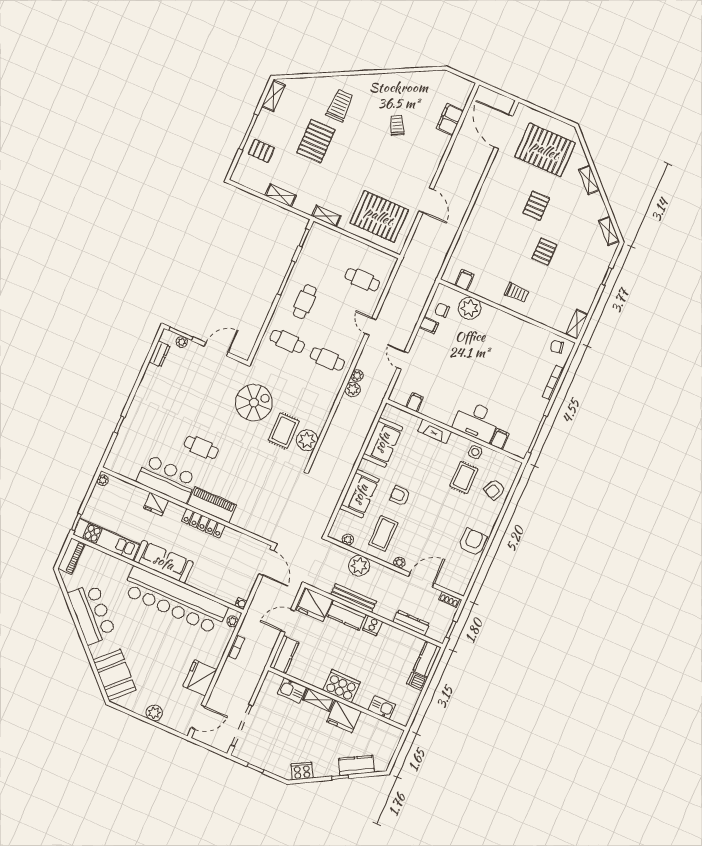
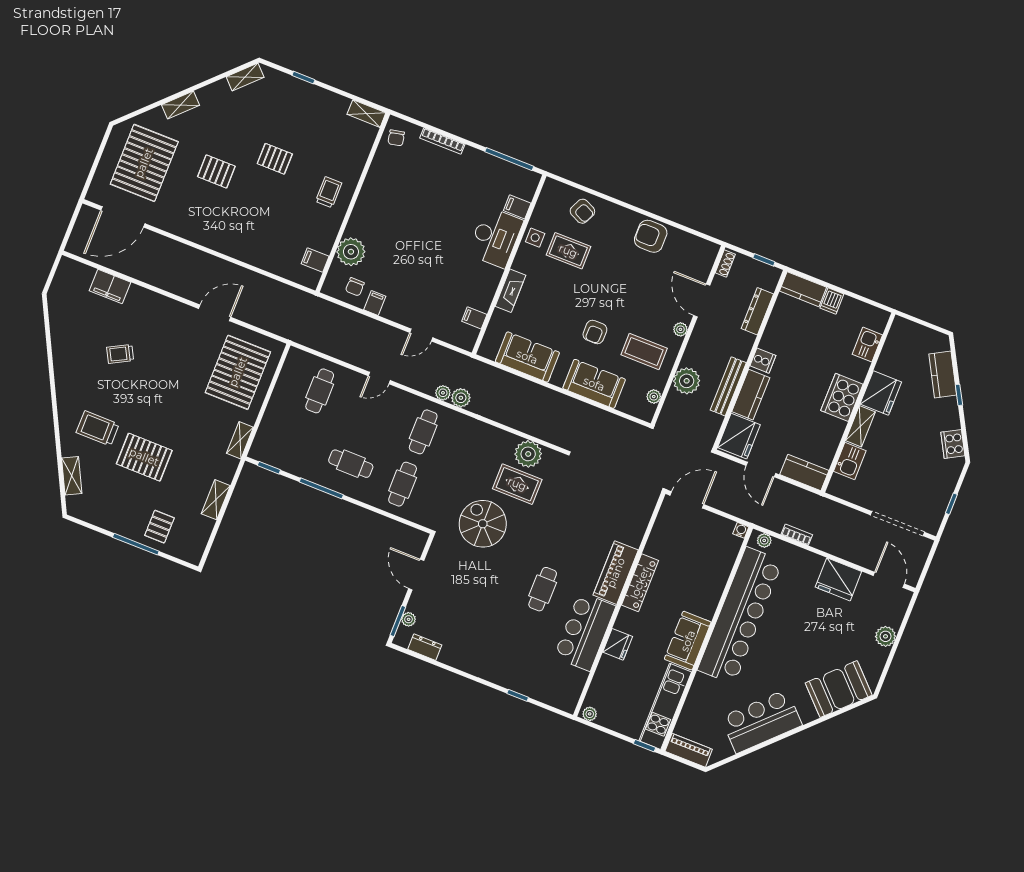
shelving: (273, 96) -> (72, 476), moved, turned 63
sofa: (164, 562) -> (688, 641), width x0.73

